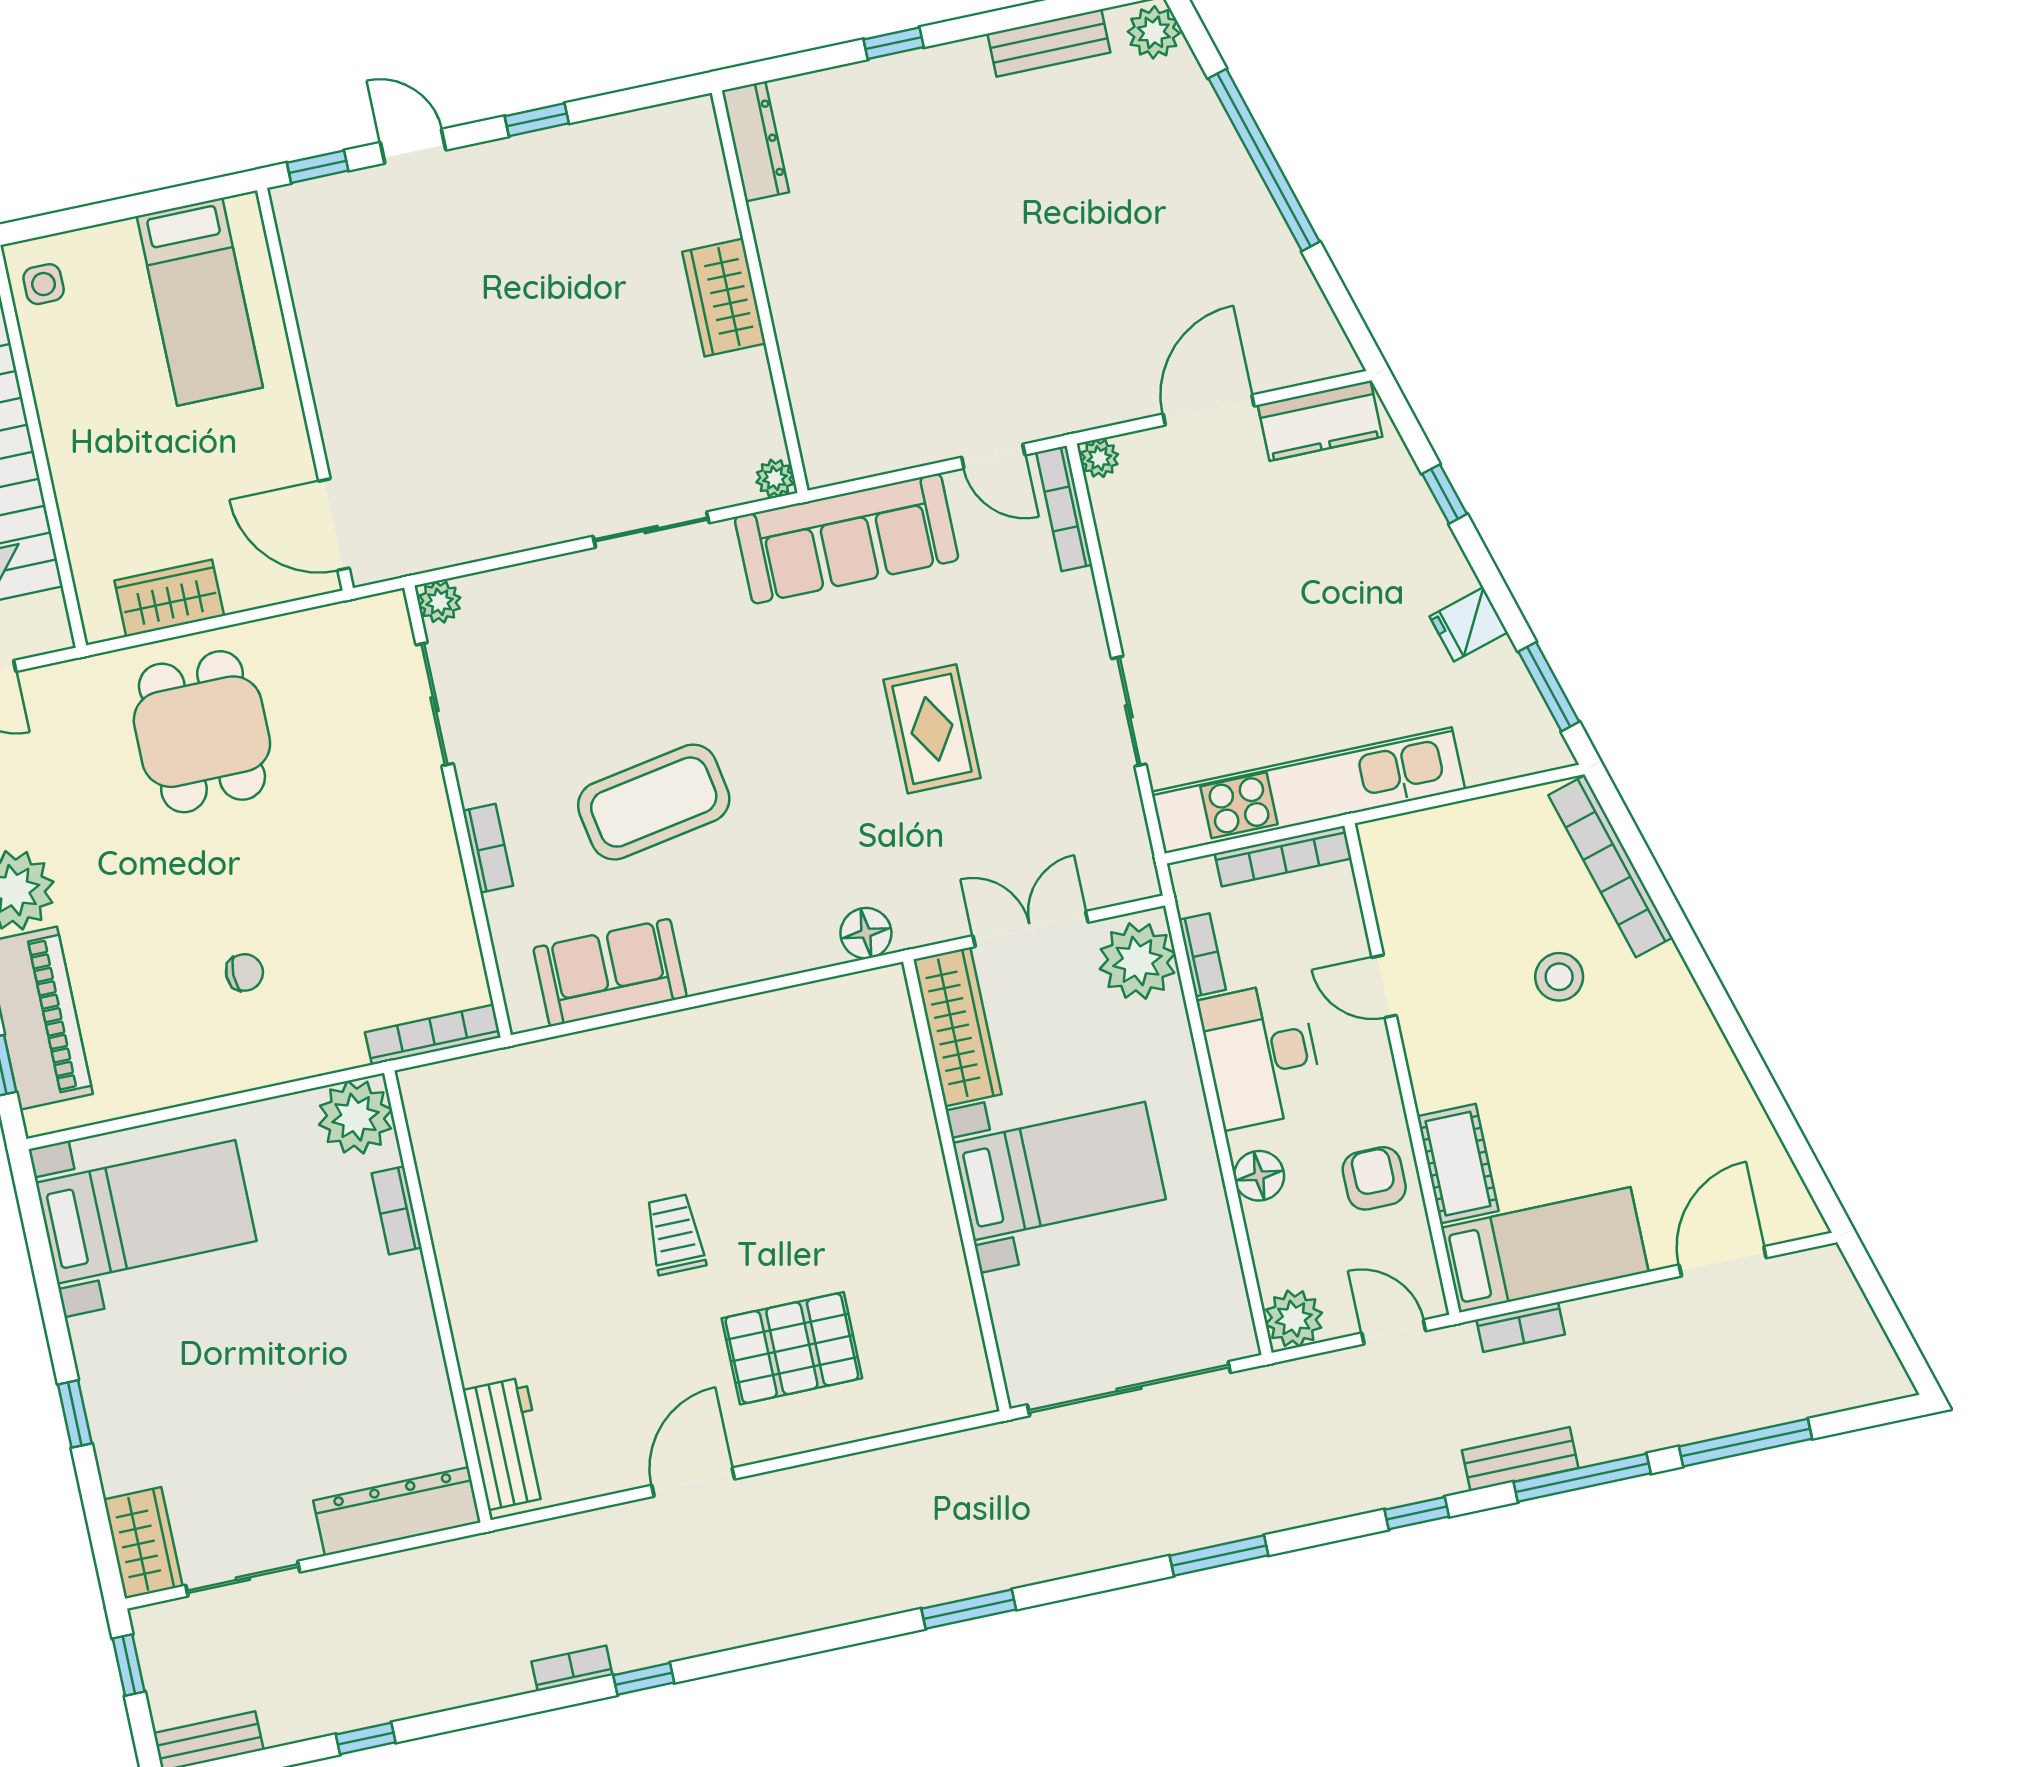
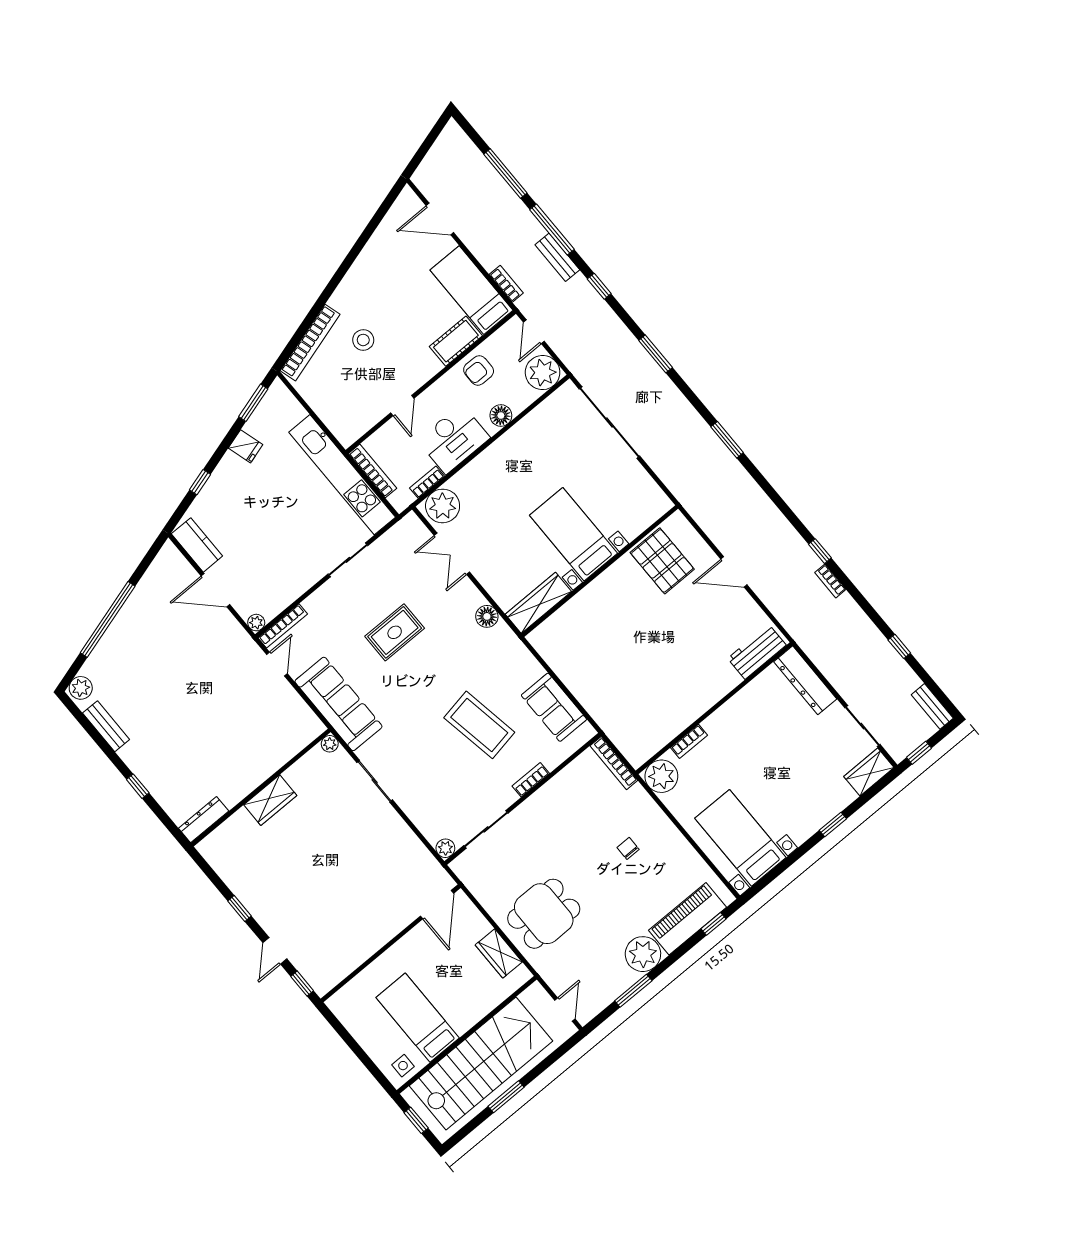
bed: (200, 302) -> (418, 1018), moved, turned -90
wardrobe: (957, 1027) -> (538, 603), moved
bed with nightstands: (1059, 1171) -> (573, 534), moved
wall: (956, 1185) -> (600, 571), moved
trolley: (675, 1235) -> (642, 629), removed
plant: (1294, 1319) -> (543, 373), width x1.36, depth x1.36

